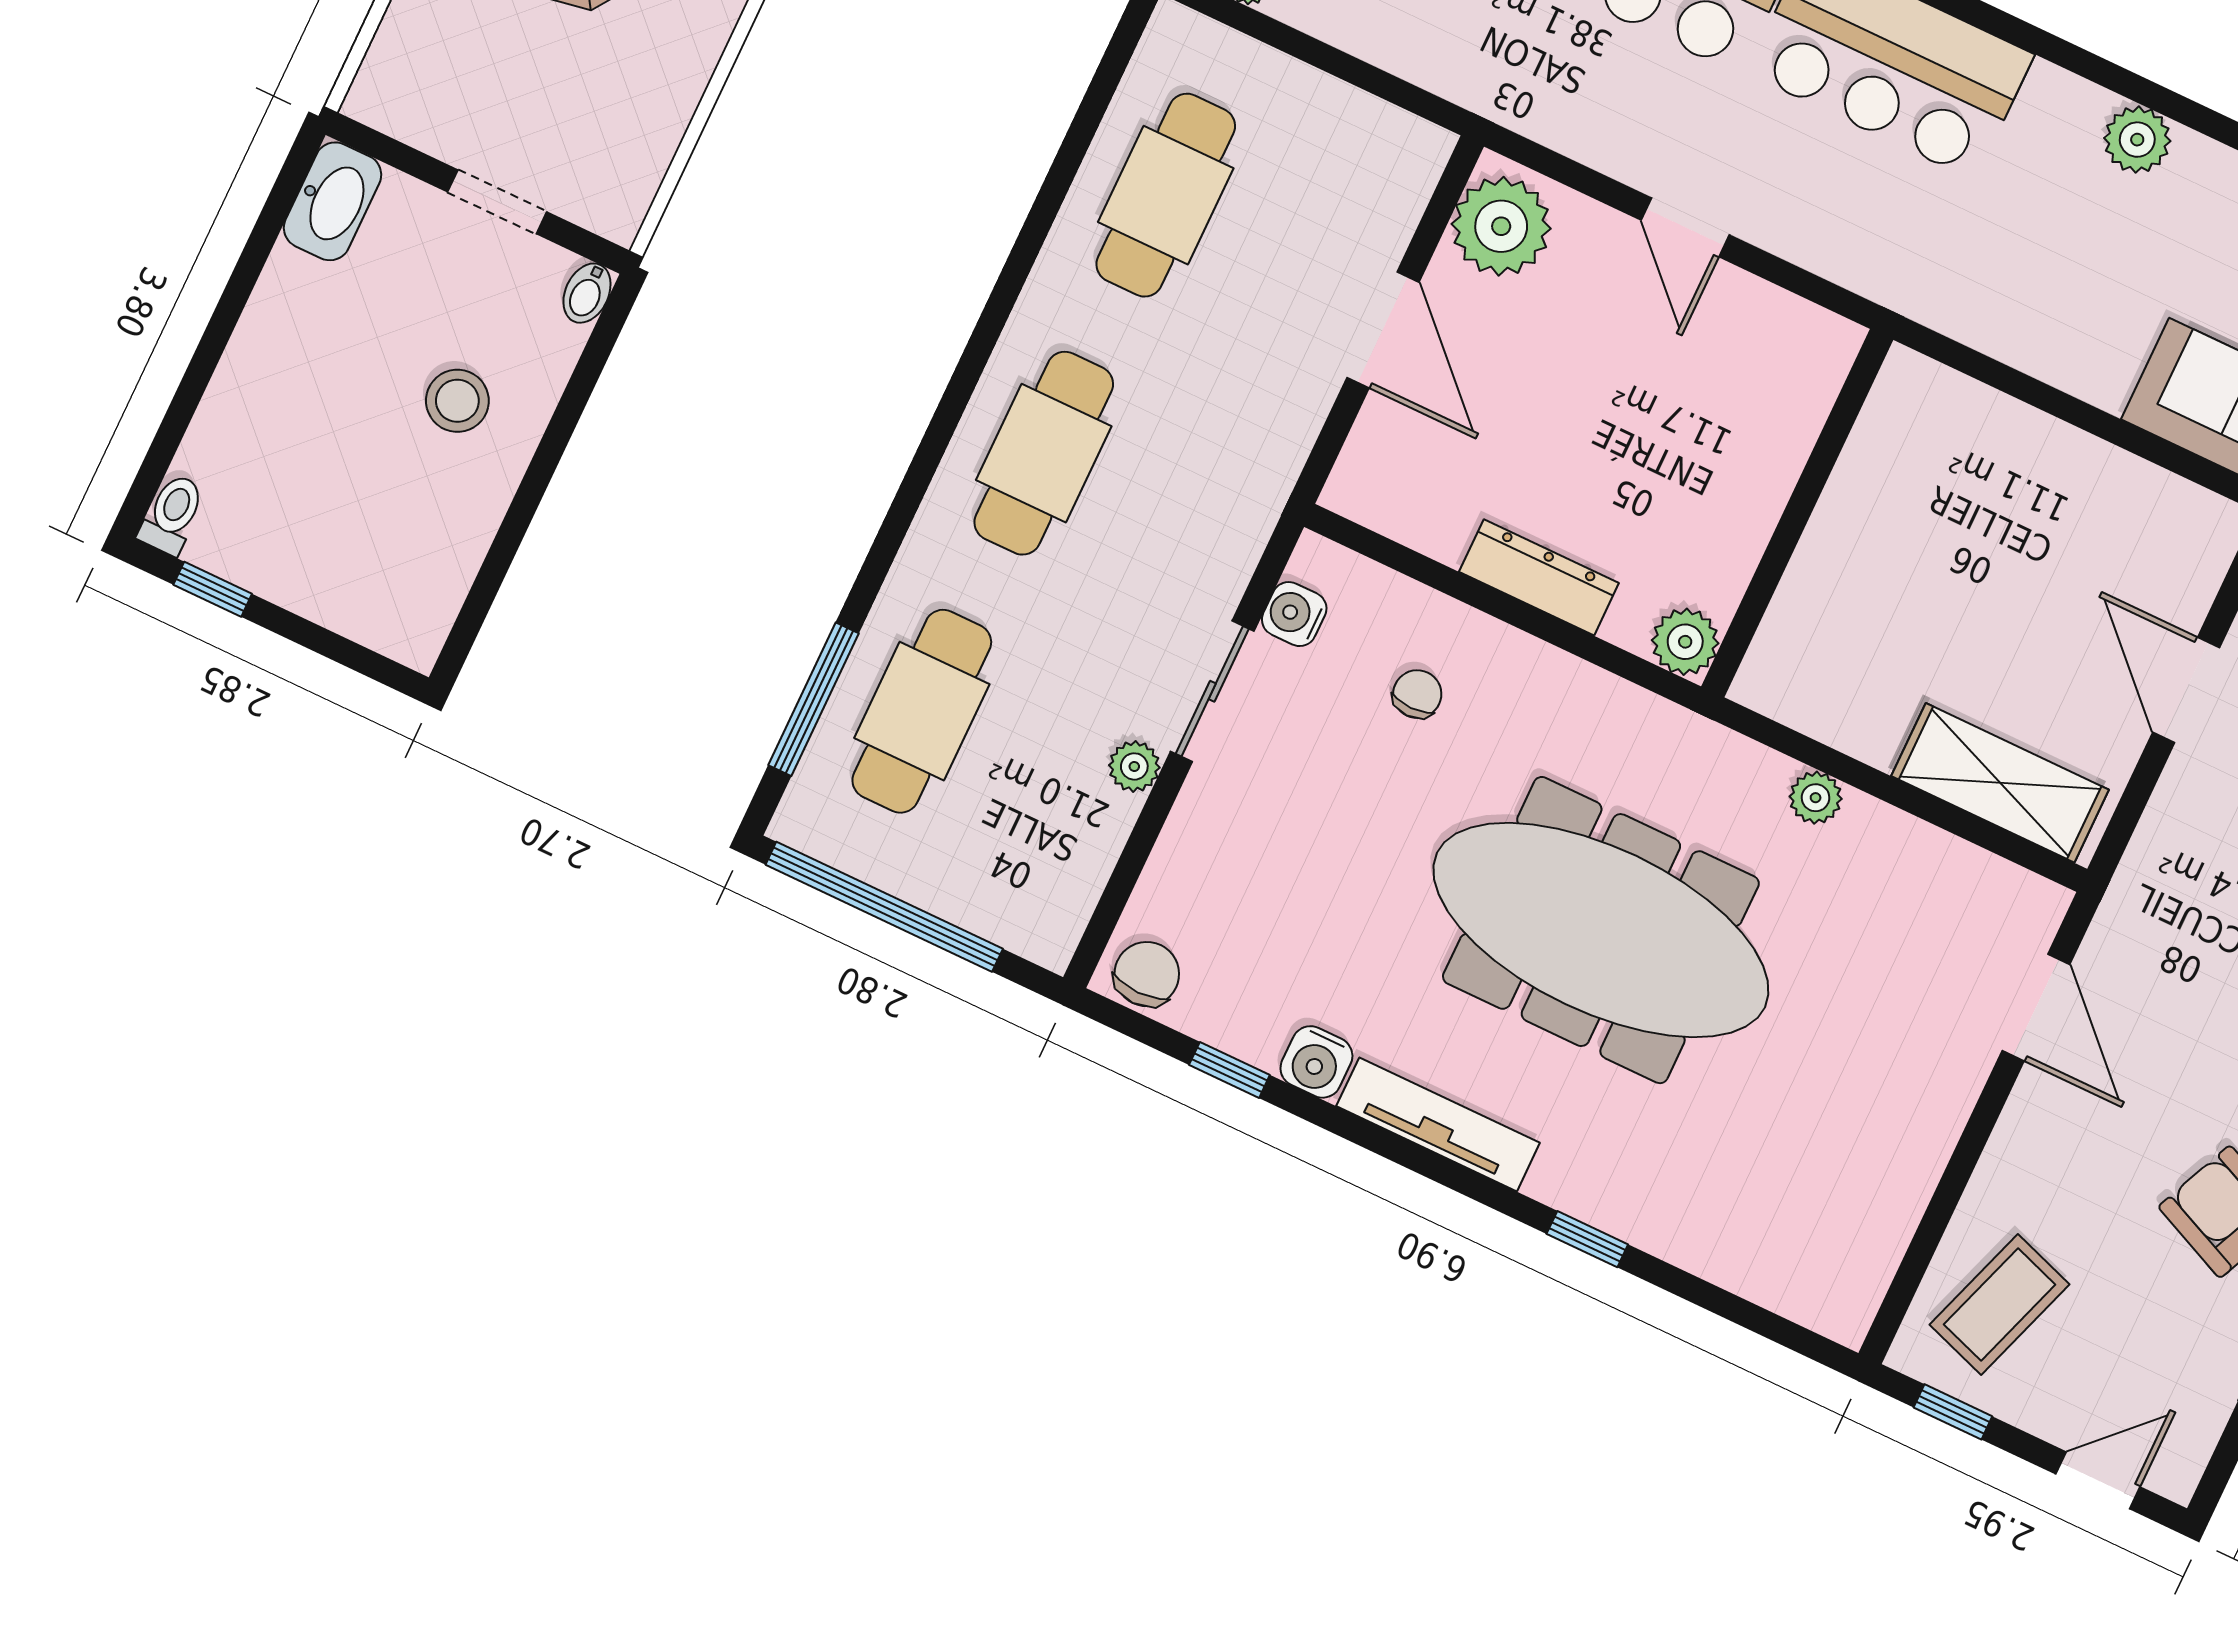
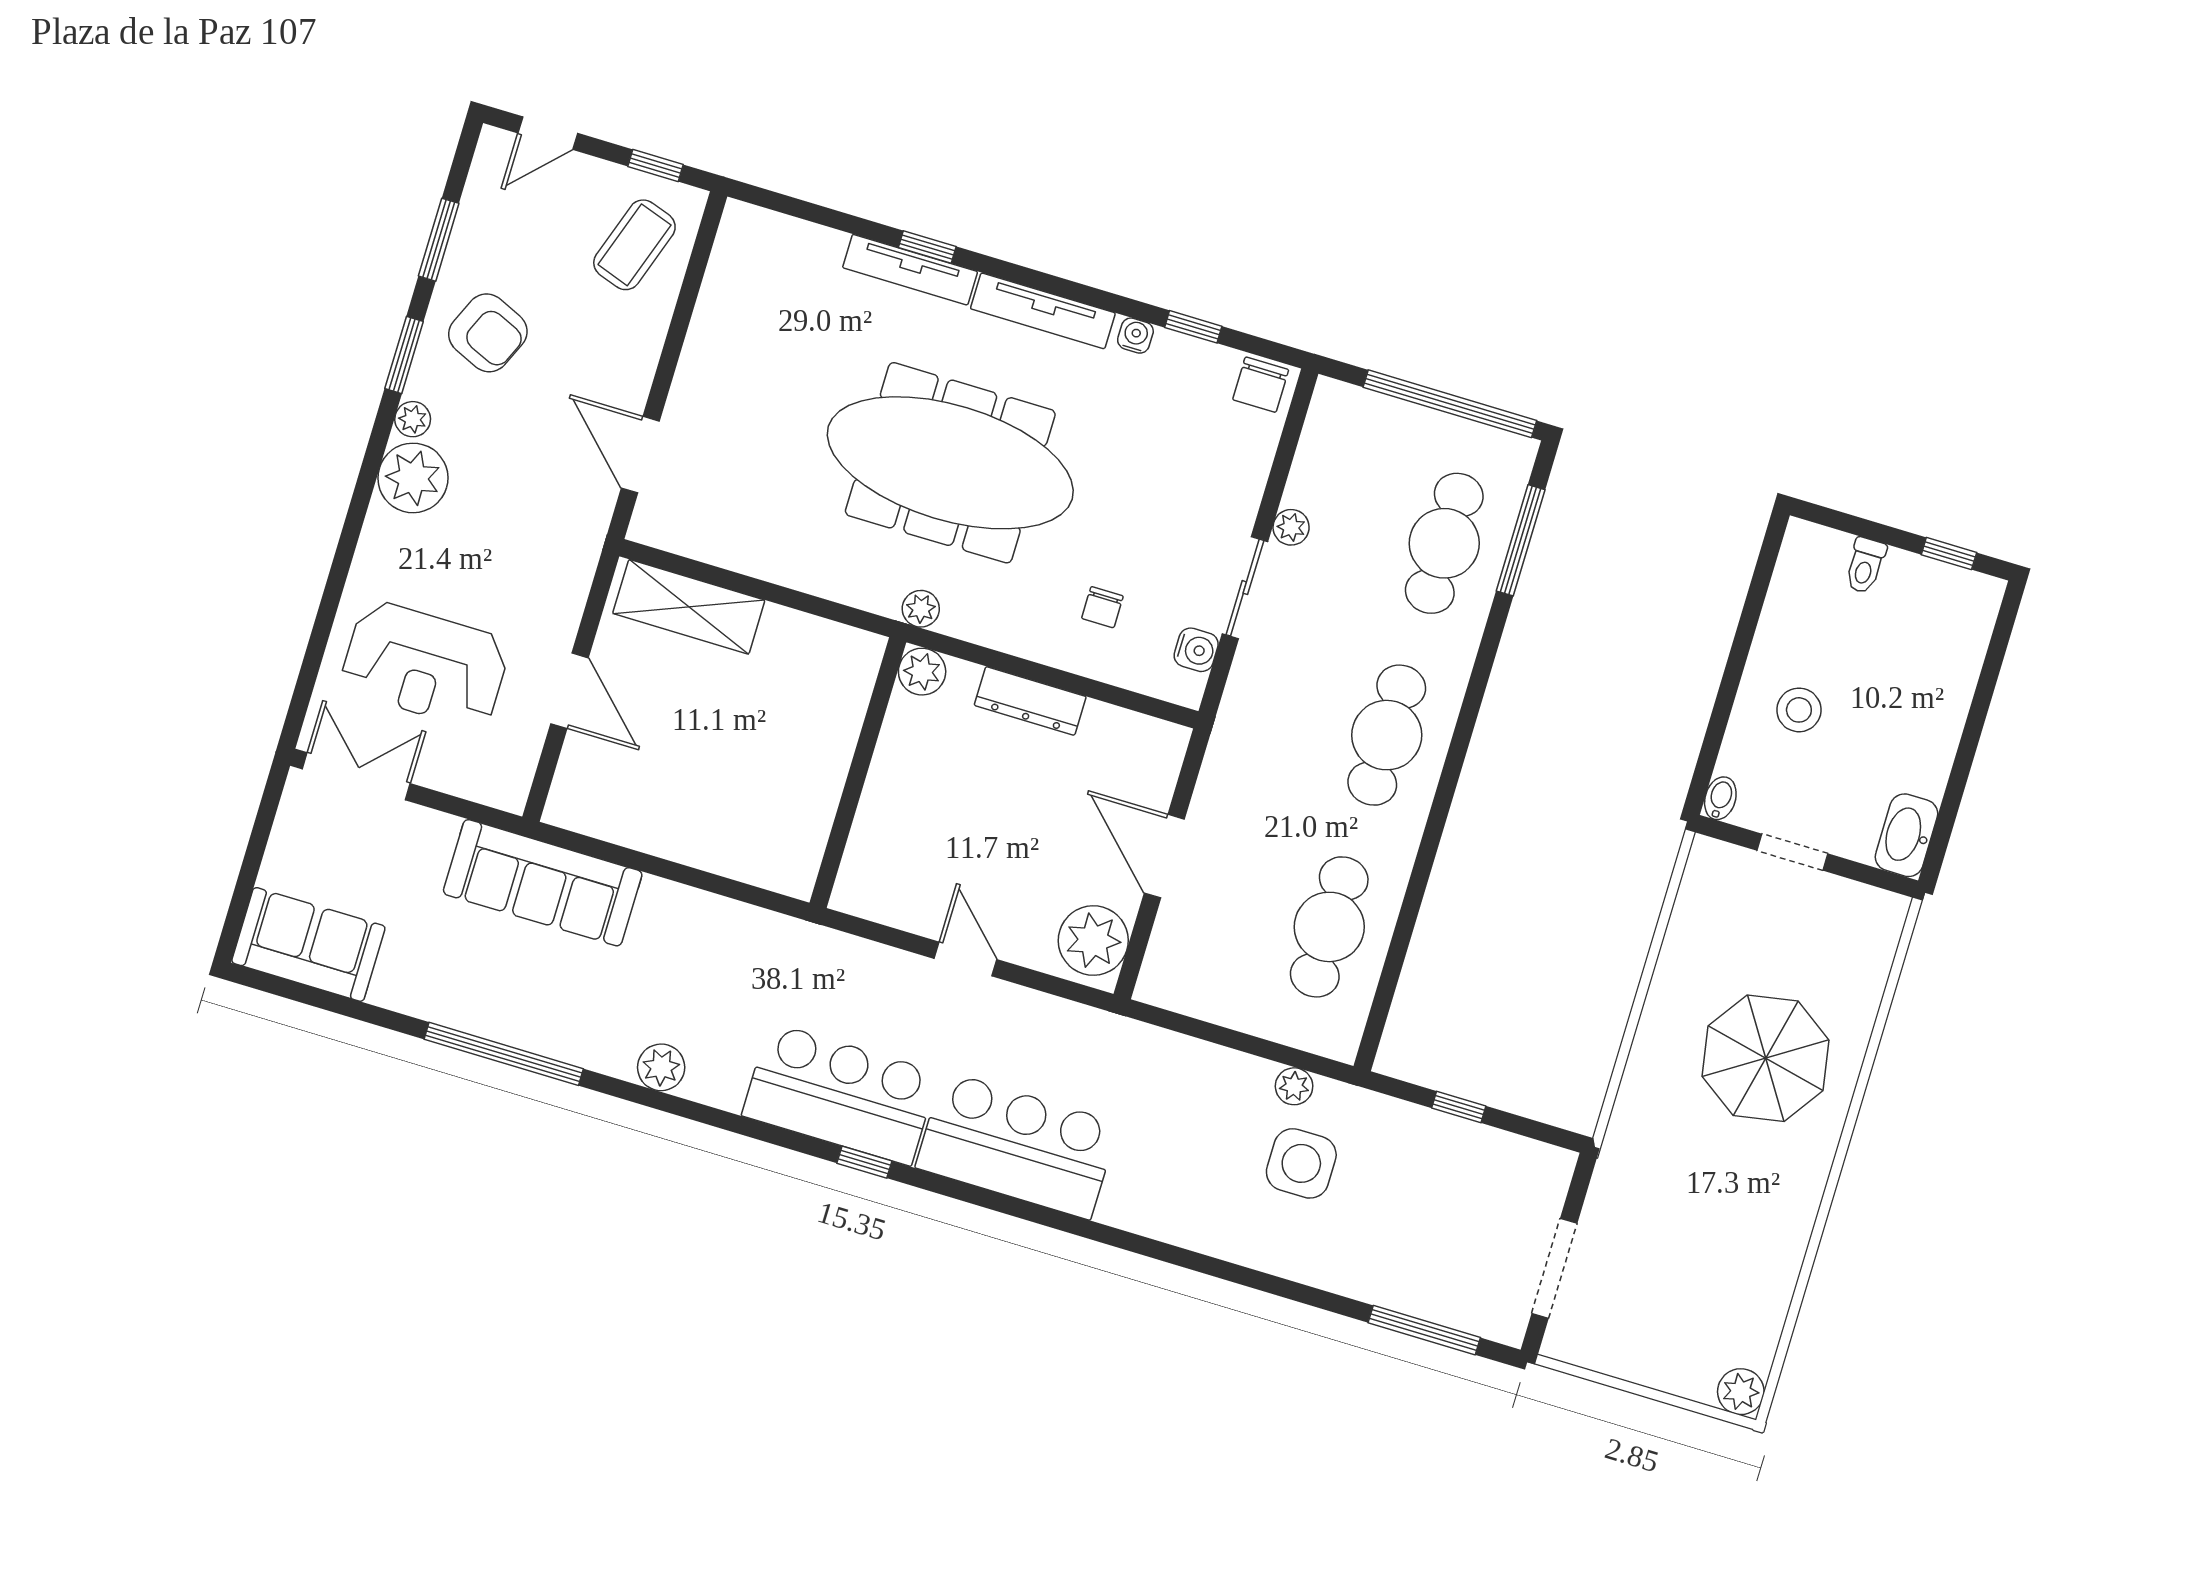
toilet: (172, 514) -> (1865, 565), moved
plant: (1816, 798) -> (921, 609), moved
water cooler: (1316, 1062) -> (1135, 336), width x0.72, depth x0.72
tv unit: (1616, 1211) -> (910, 270), added

